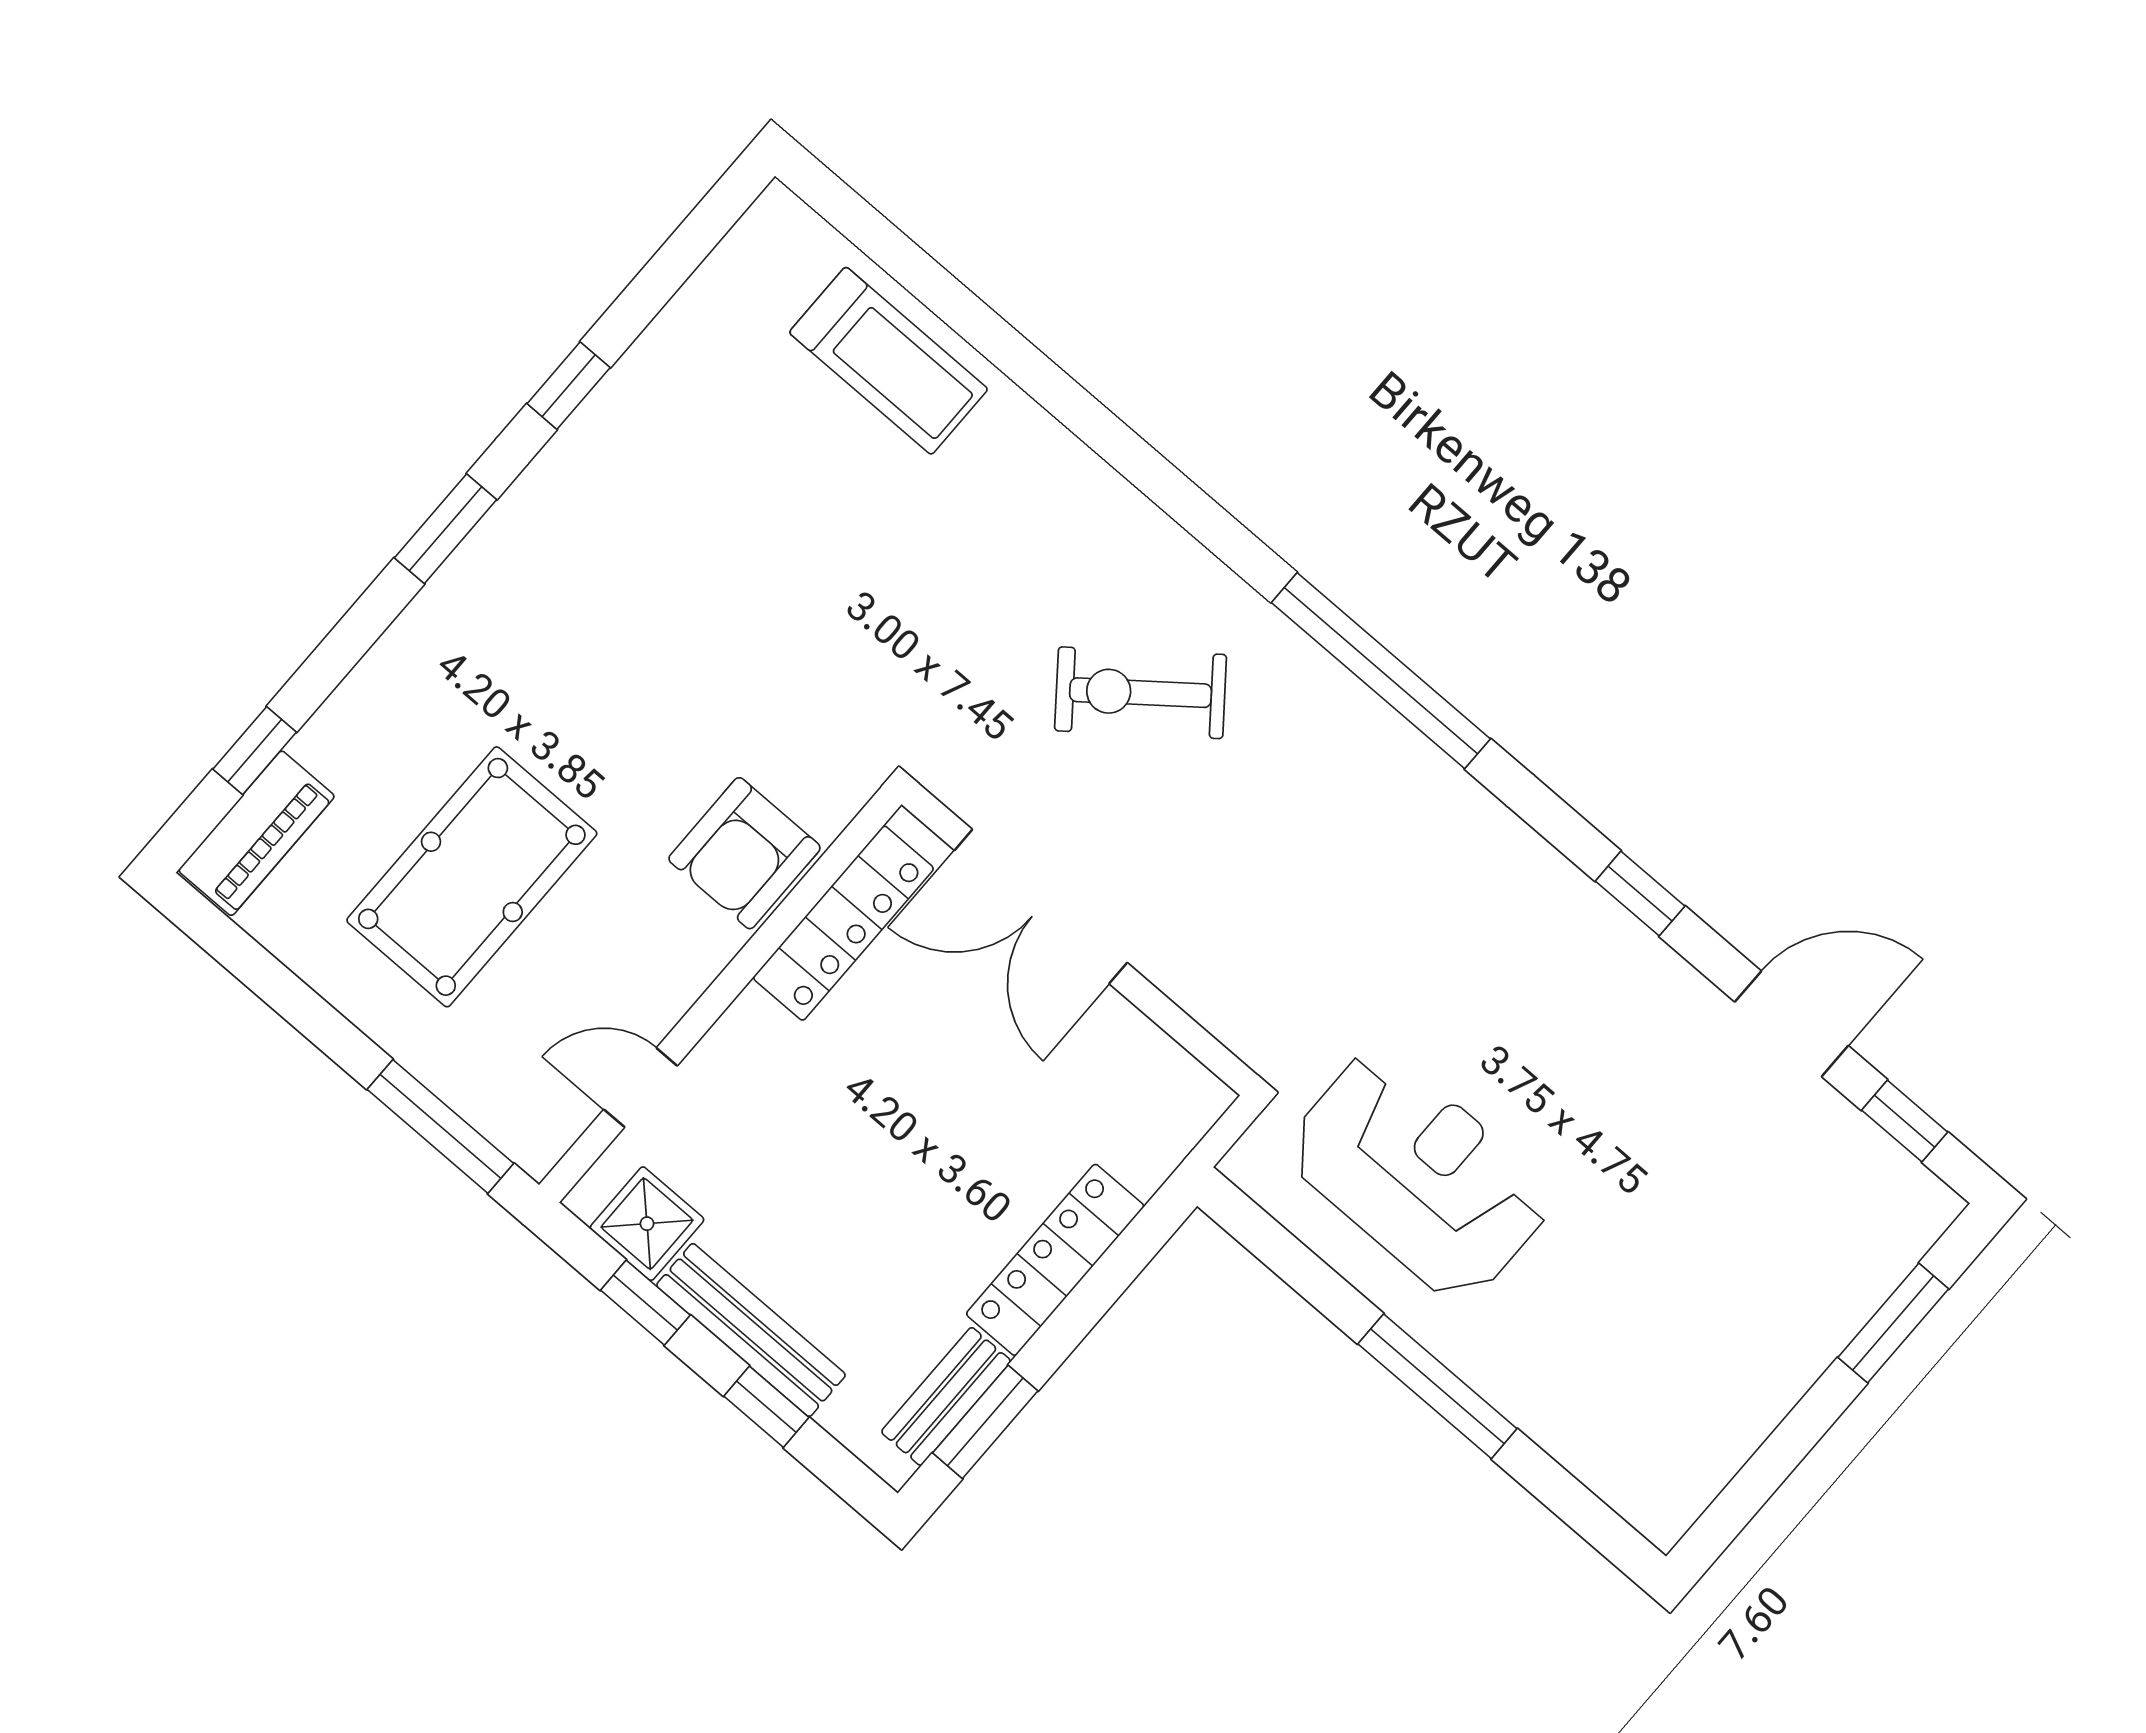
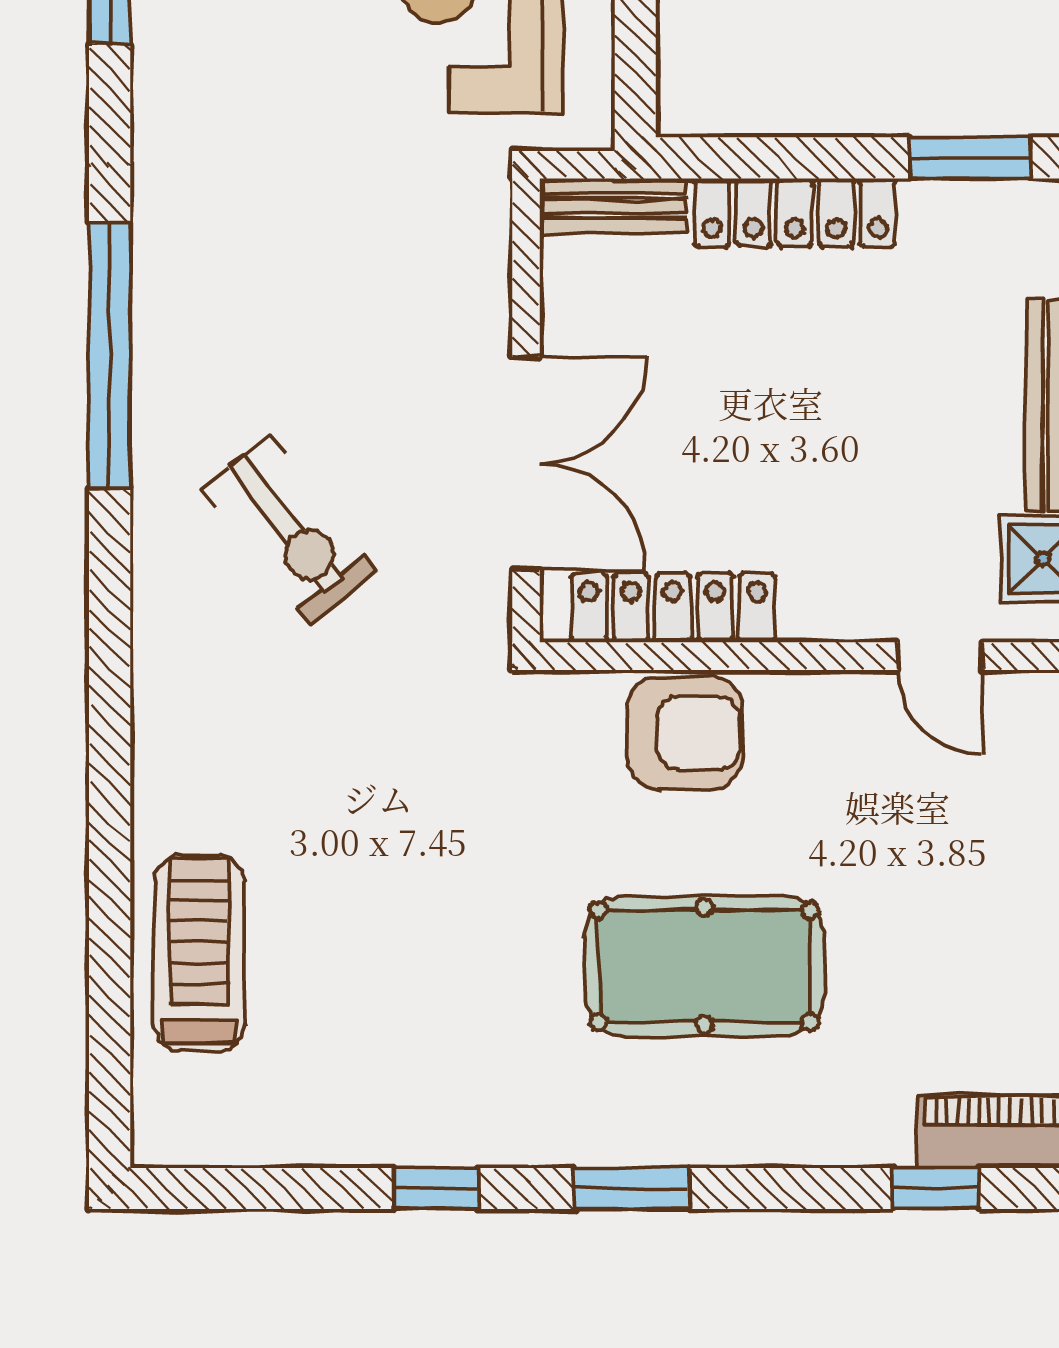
pool table: (472, 877) -> (704, 966), moved
bench: (946, 1396) -> (613, 206), moved

